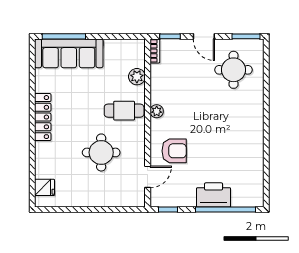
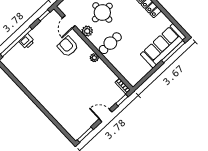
round table: (234, 70) -> (76, 113), removed
plant: (137, 77) -> (87, 31), moved
armchair: (174, 151) -> (68, 47), turned 90
printer: (214, 195) -> (27, 41), width x0.53, depth x0.68

